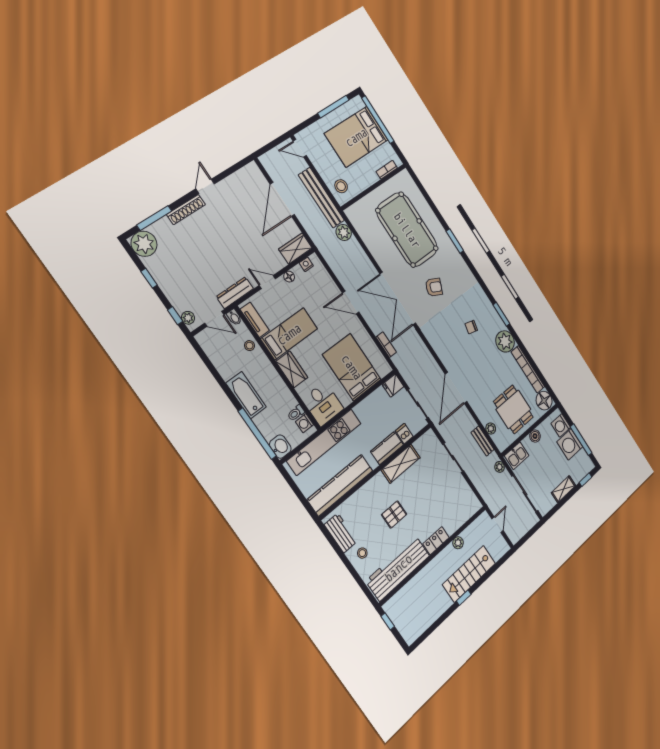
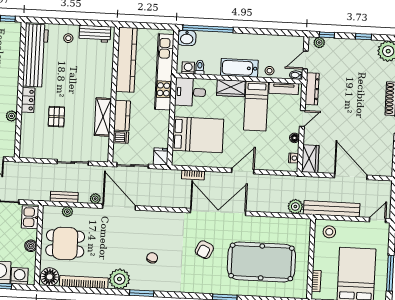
bathtub: (246, 395) -> (239, 68), moved, turned 180
plant: (500, 467) -> (95, 199), moved
pallet: (394, 514) -> (56, 117), moved

